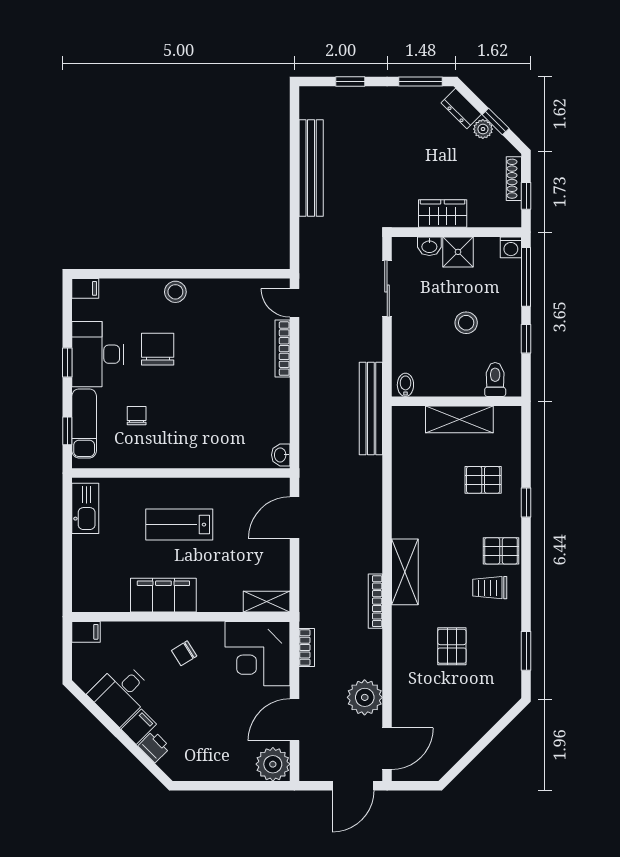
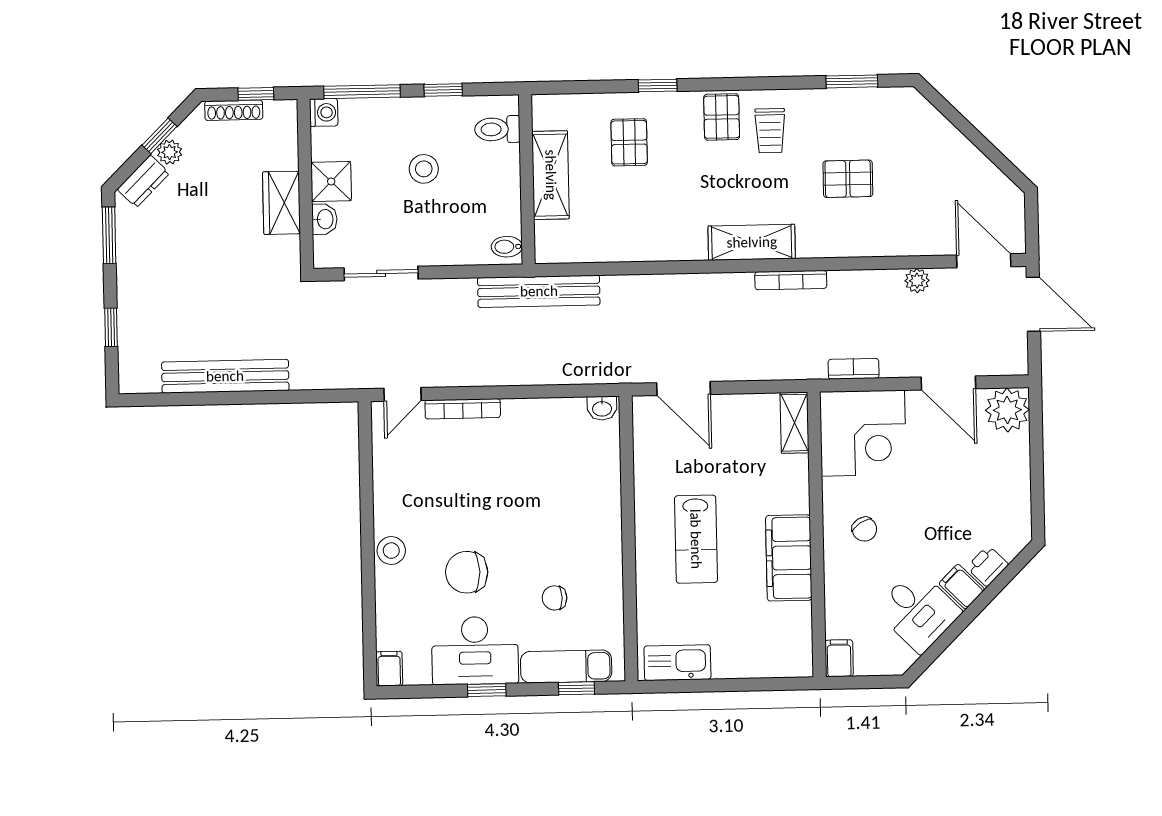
plant: (365, 697) -> (917, 281), width x0.53, depth x0.53

